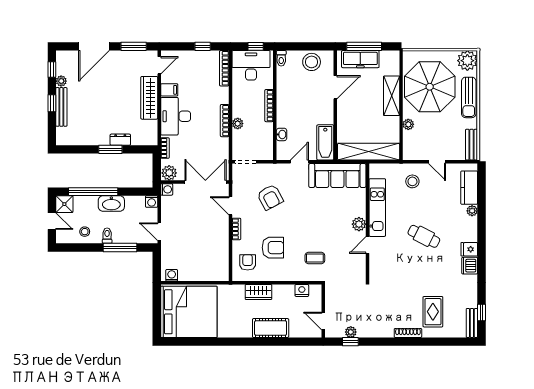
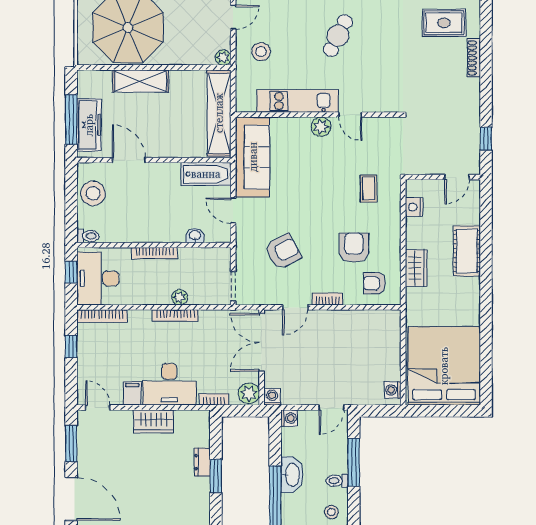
wardrobe: (149, 98) -> (153, 421), width x0.67
plant: (408, 124) -> (223, 57), moved
plant: (351, 332) -> (472, 138), removed

